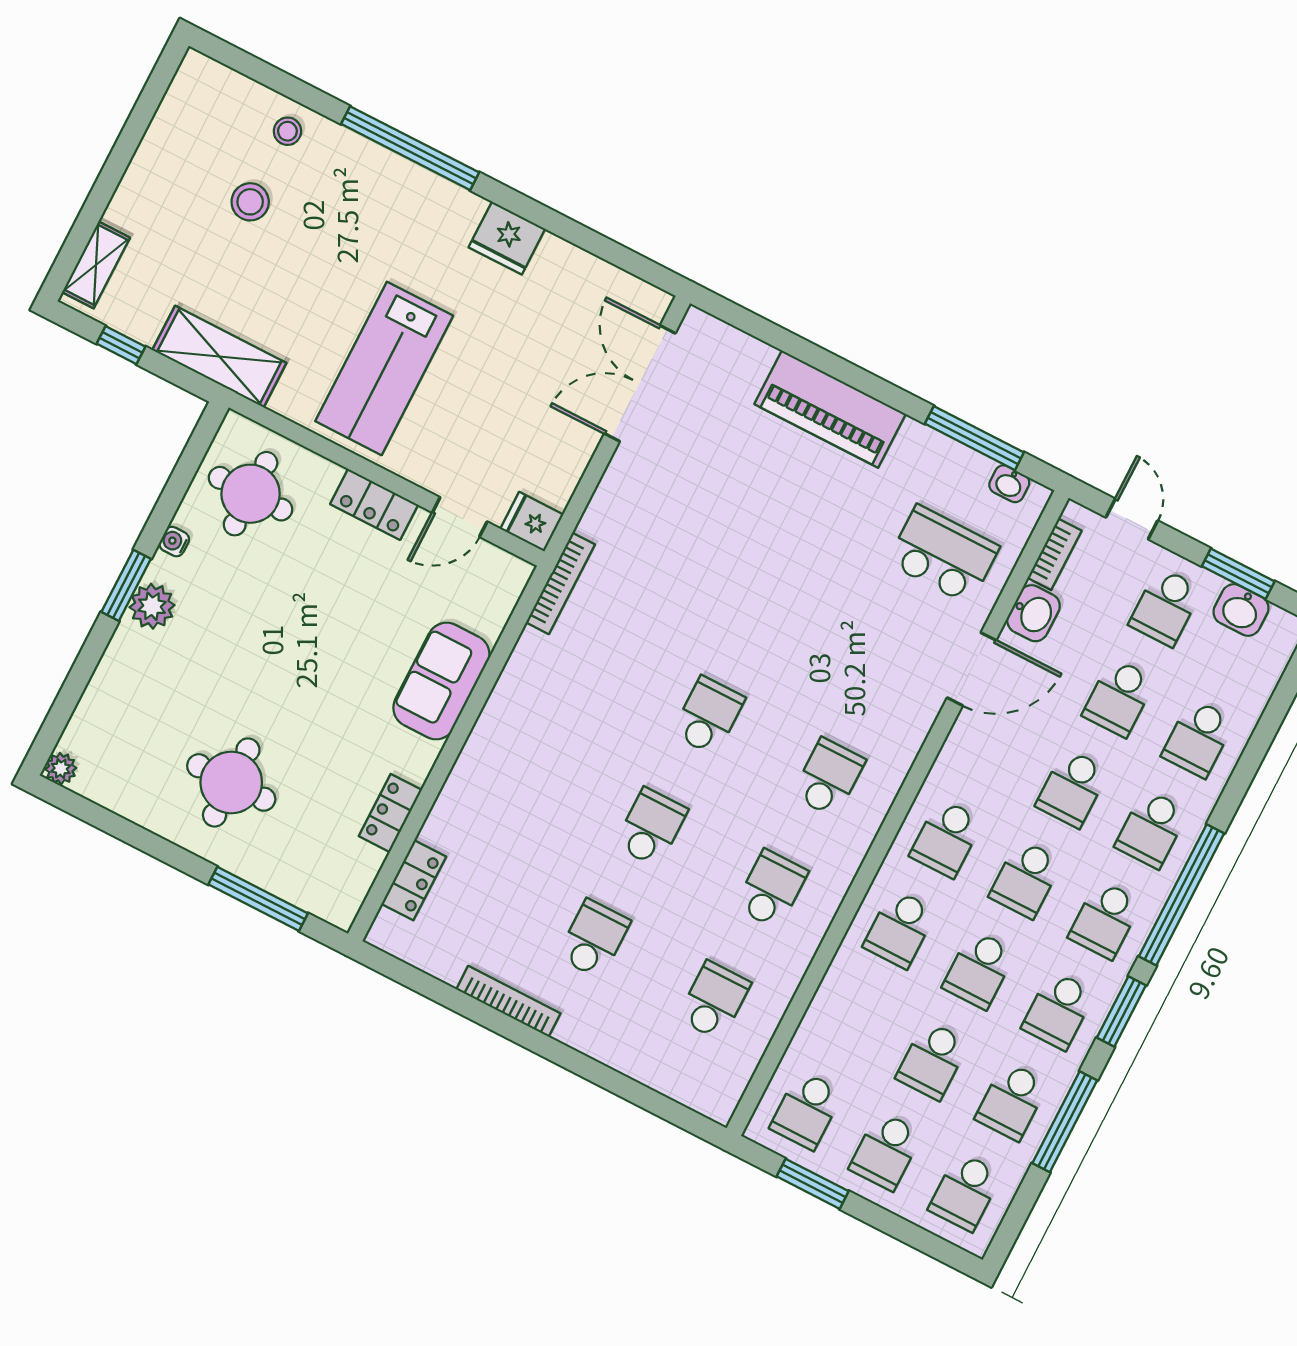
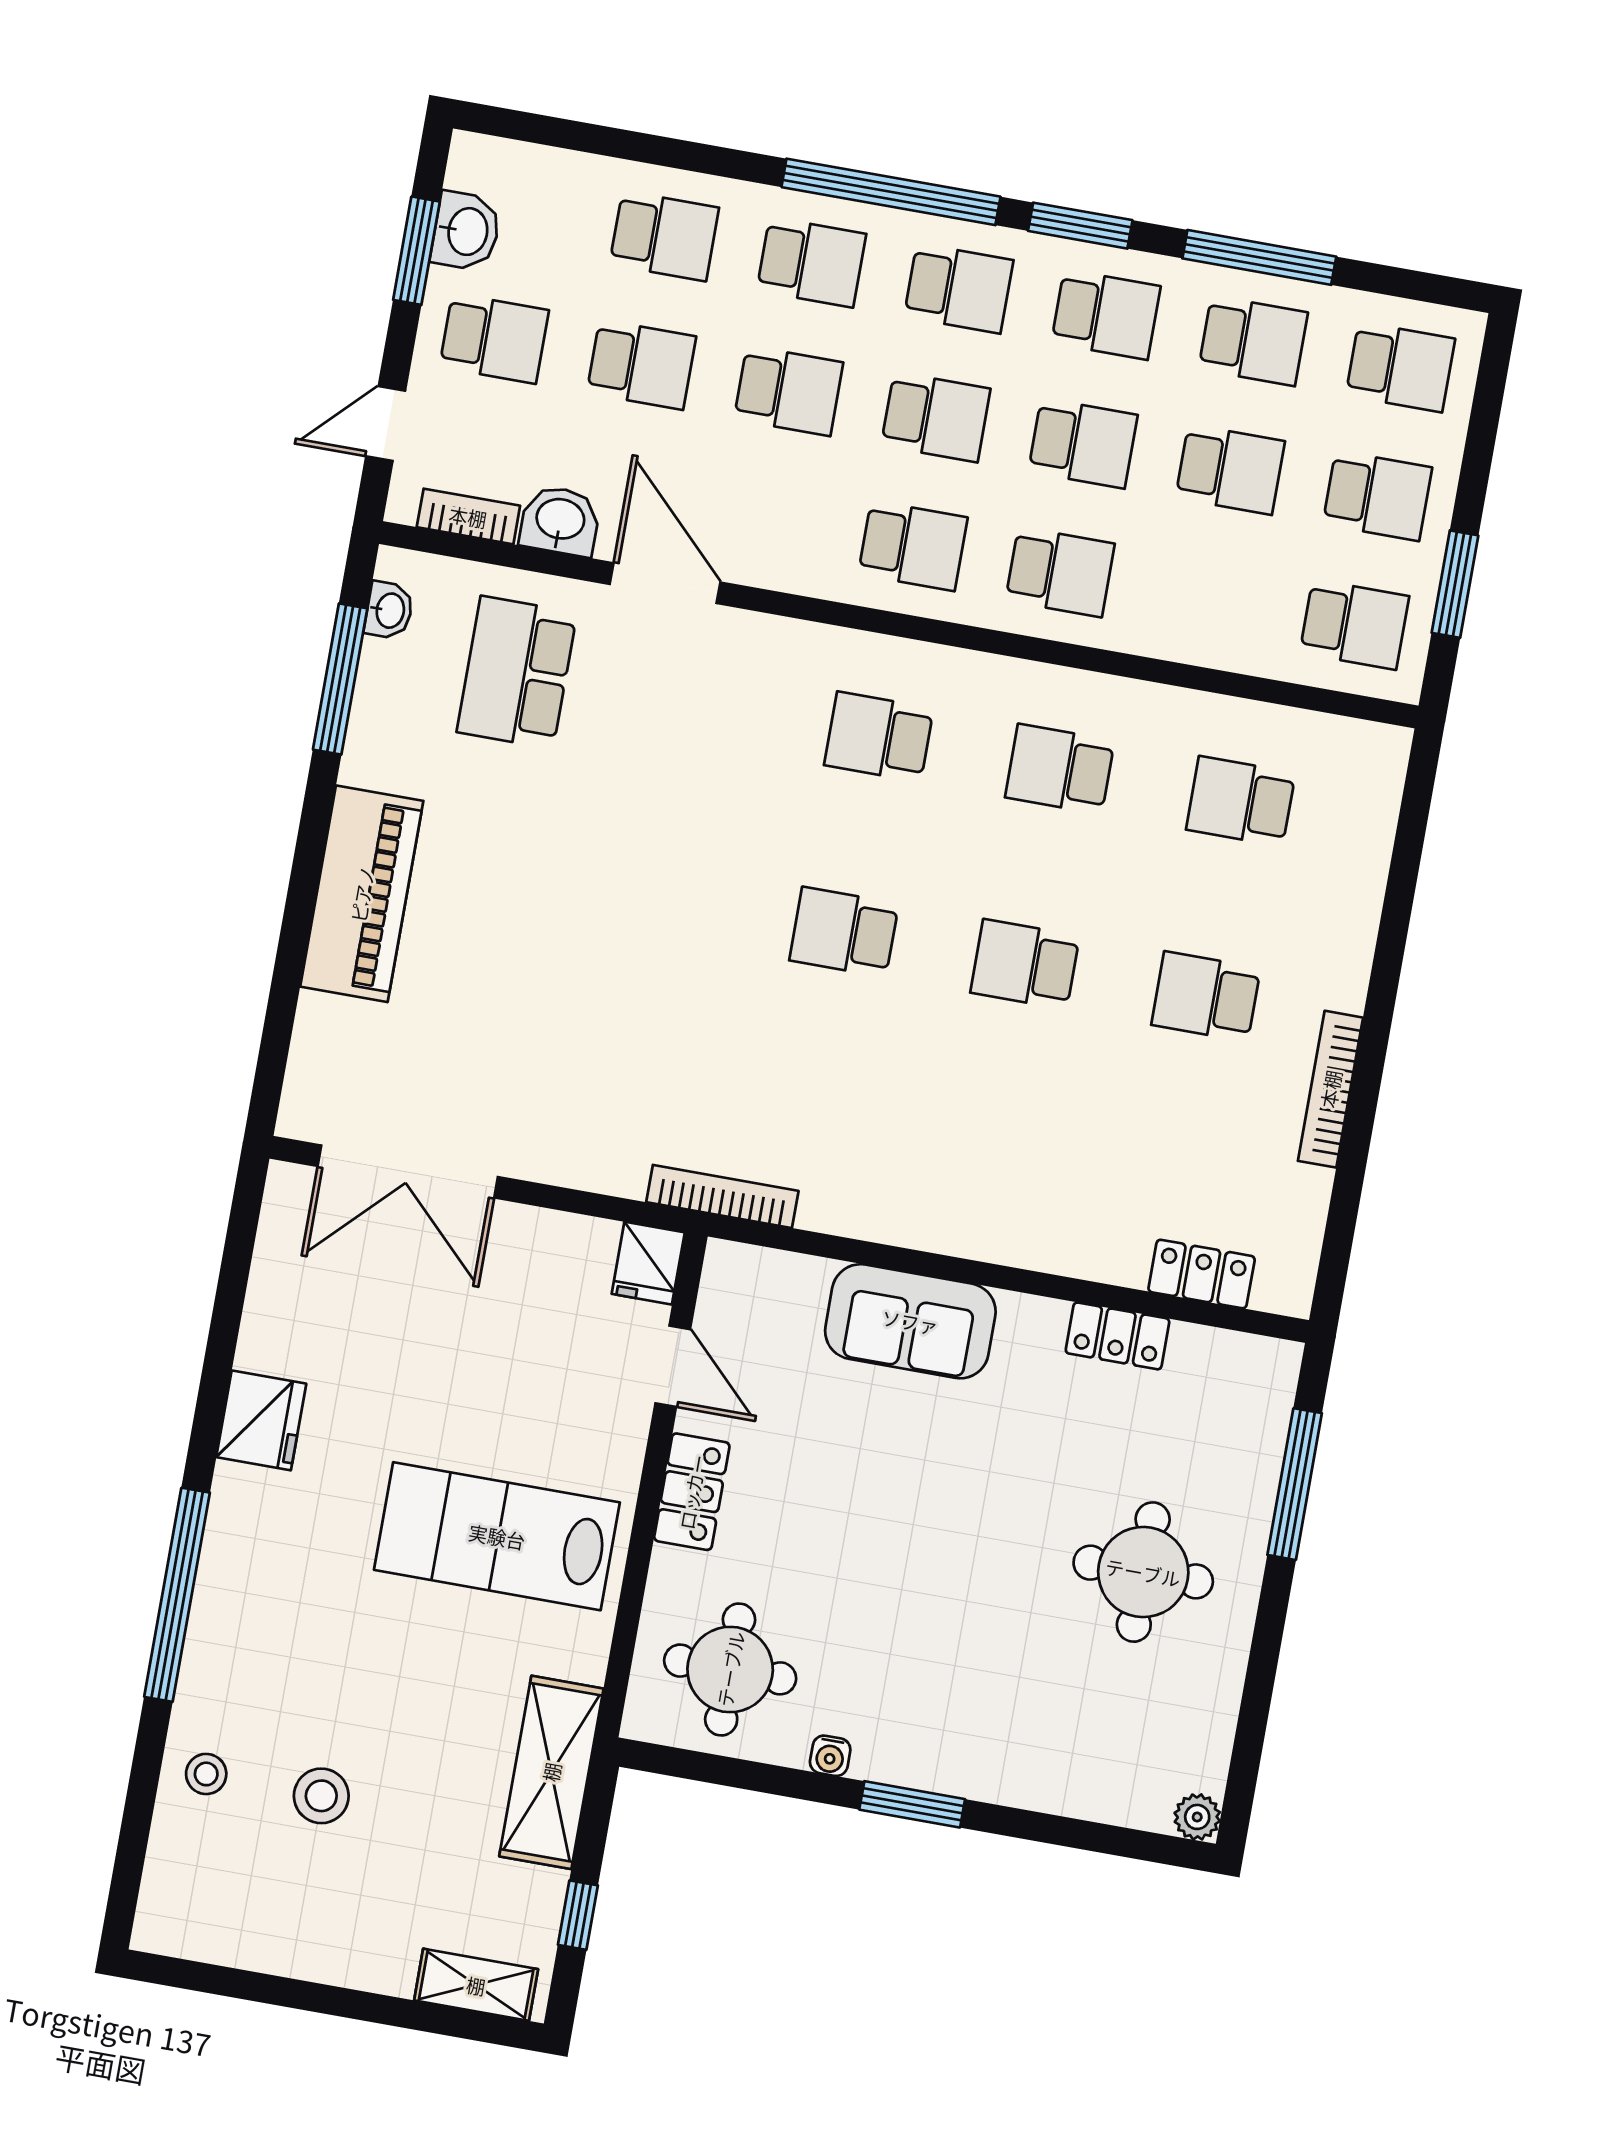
lab bench: (384, 368) -> (497, 1536), turned 180
plant: (152, 606) -> (930, 1759), removed

